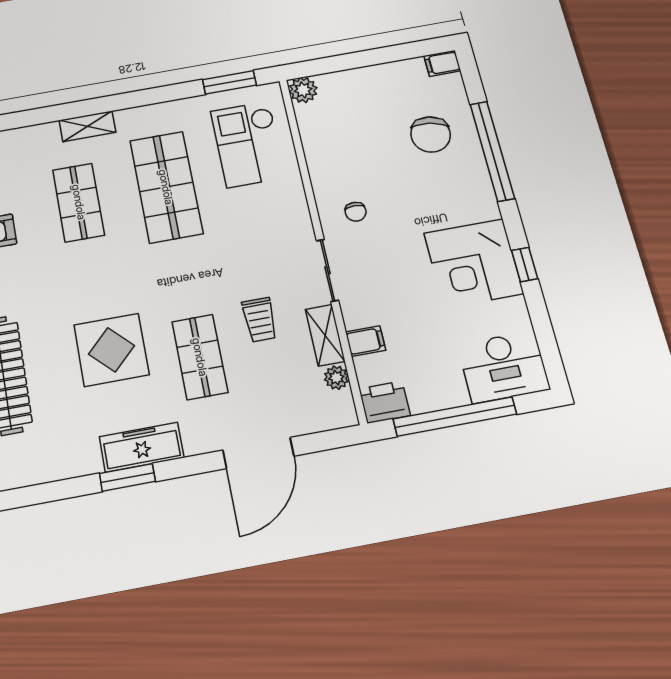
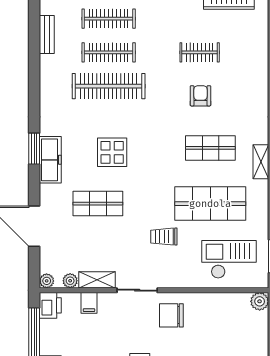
chair: (356, 212) -> (171, 315), width x1.87, depth x1.87
trolley: (260, 320) -> (164, 237), moved
display table: (112, 350) -> (112, 152), width x0.73, depth x0.73
plant: (345, 416) -> (47, 281), added

